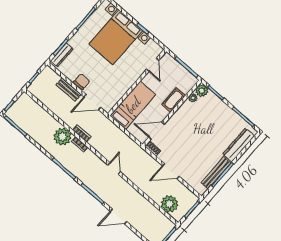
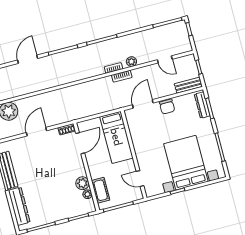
bench: (69, 90) -> (188, 85), moved
plant: (202, 91) -> (82, 183), moved
cot: (174, 100) -> (101, 190), moved
plant: (63, 137) -> (131, 62), width x0.53, depth x0.53
door: (114, 168) -> (165, 59), moved

